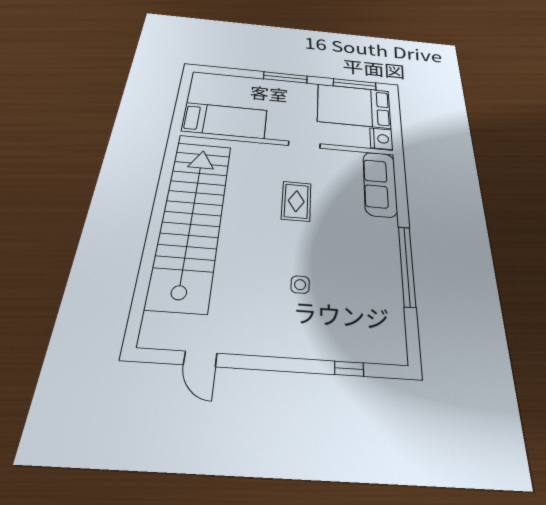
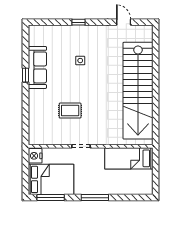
sofa: (380, 184) -> (37, 67), moved
rug: (296, 201) -> (70, 111), moved, turned 90
window: (407, 266) -> (26, 75), width x0.32
window: (349, 369) -> (79, 22), moved

